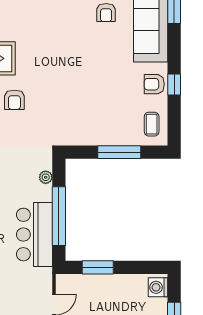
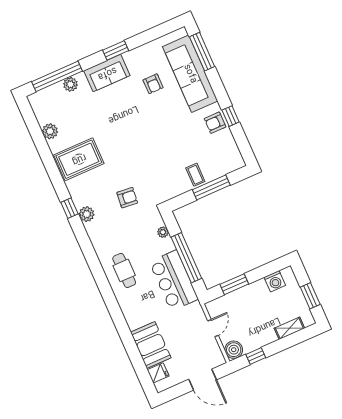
armchair: (14, 100) -> (127, 198), moved, turned -84
coffee table: (152, 124) -> (195, 175), moved
washing machine: (158, 287) -> (275, 281), moved, turned -90

